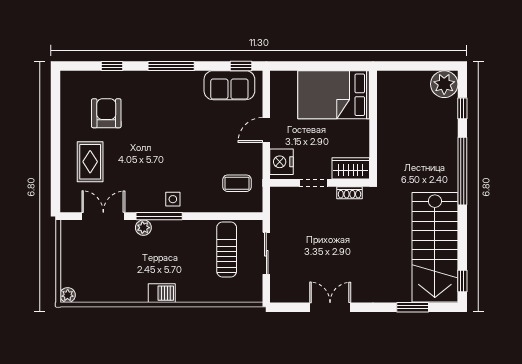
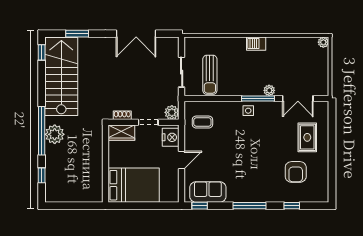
plant: (444, 84) -> (55, 134), moved
plant: (280, 197) -> (172, 112), added
double door: (330, 307) -> (136, 34), width x1.37

